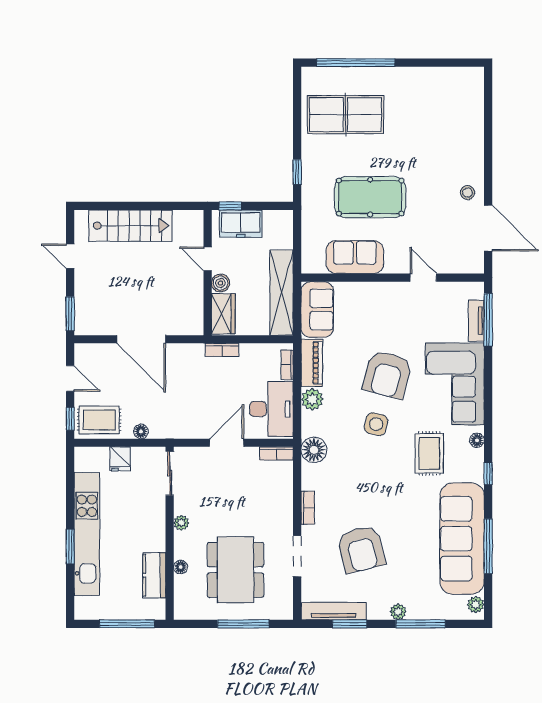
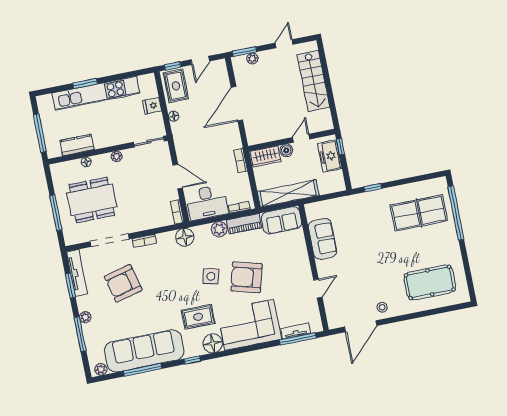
table tennis table: (345, 115) -> (419, 213), turned 90
pool table: (370, 197) -> (430, 282), moved, turned 90
plant: (82, 305) -> (252, 58), added
floor lamp: (477, 440) -> (213, 343), width x1.89, depth x1.89
doorway: (297, 556) -> (110, 240), width x1.36

